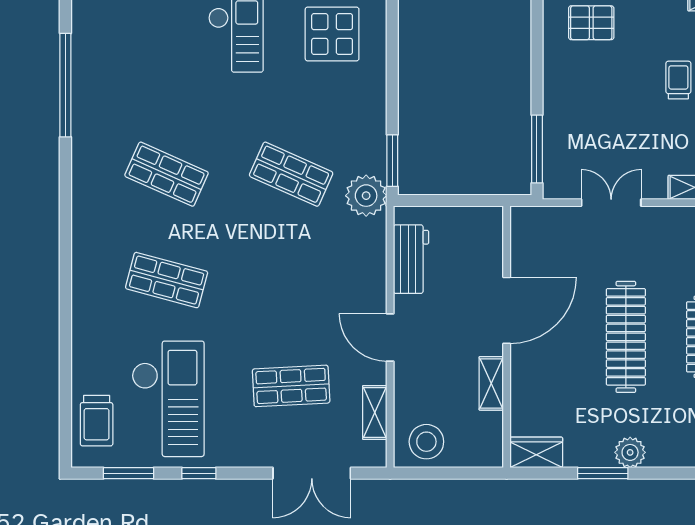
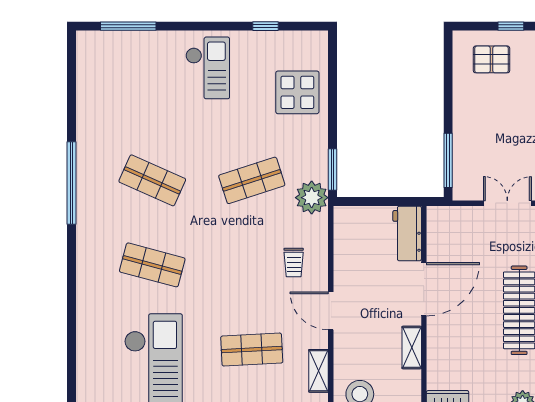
display table: (332, 34) -> (297, 92), moved
window: (65, 85) -> (71, 183), moved
shop shelf: (291, 174) -> (252, 180), turned -42
workbench: (411, 259) -> (407, 233), moved, turned 180
trolley: (97, 421) -> (294, 263), moved, width x0.73, depth x0.72

